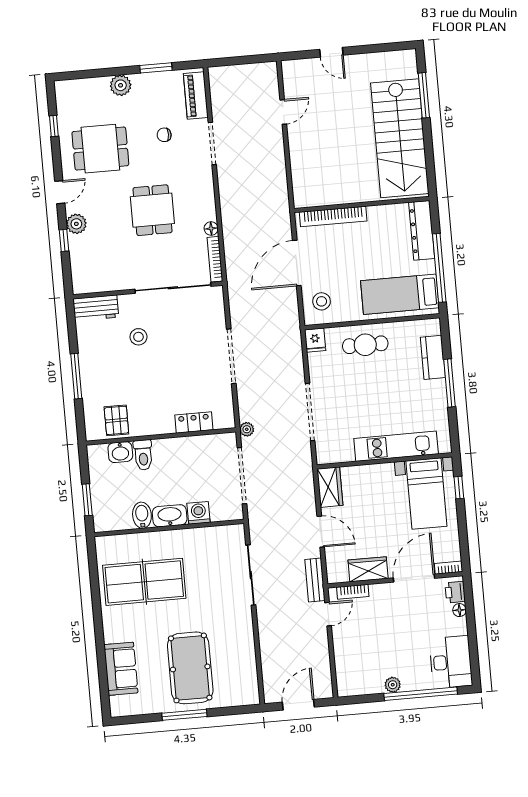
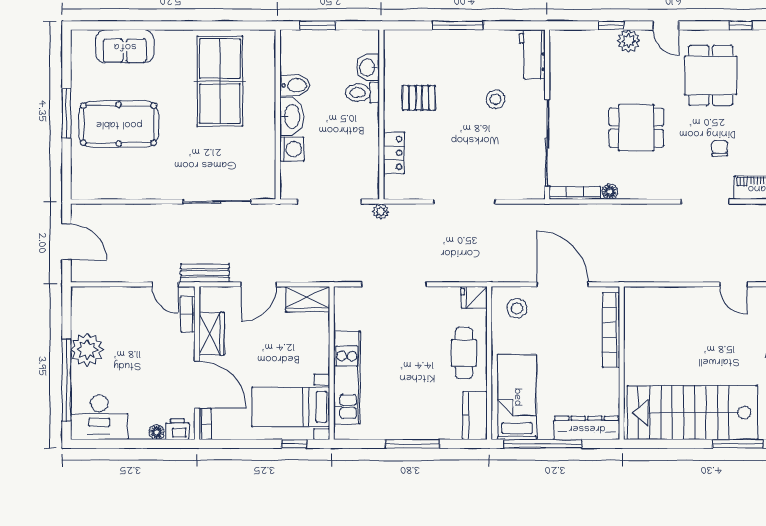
kitchen counter: (433, 357) -> (475, 416), moved, turned -90
pallet: (116, 420) -> (419, 98), moved
plant: (393, 685) -> (87, 350), width x1.88, depth x1.88

